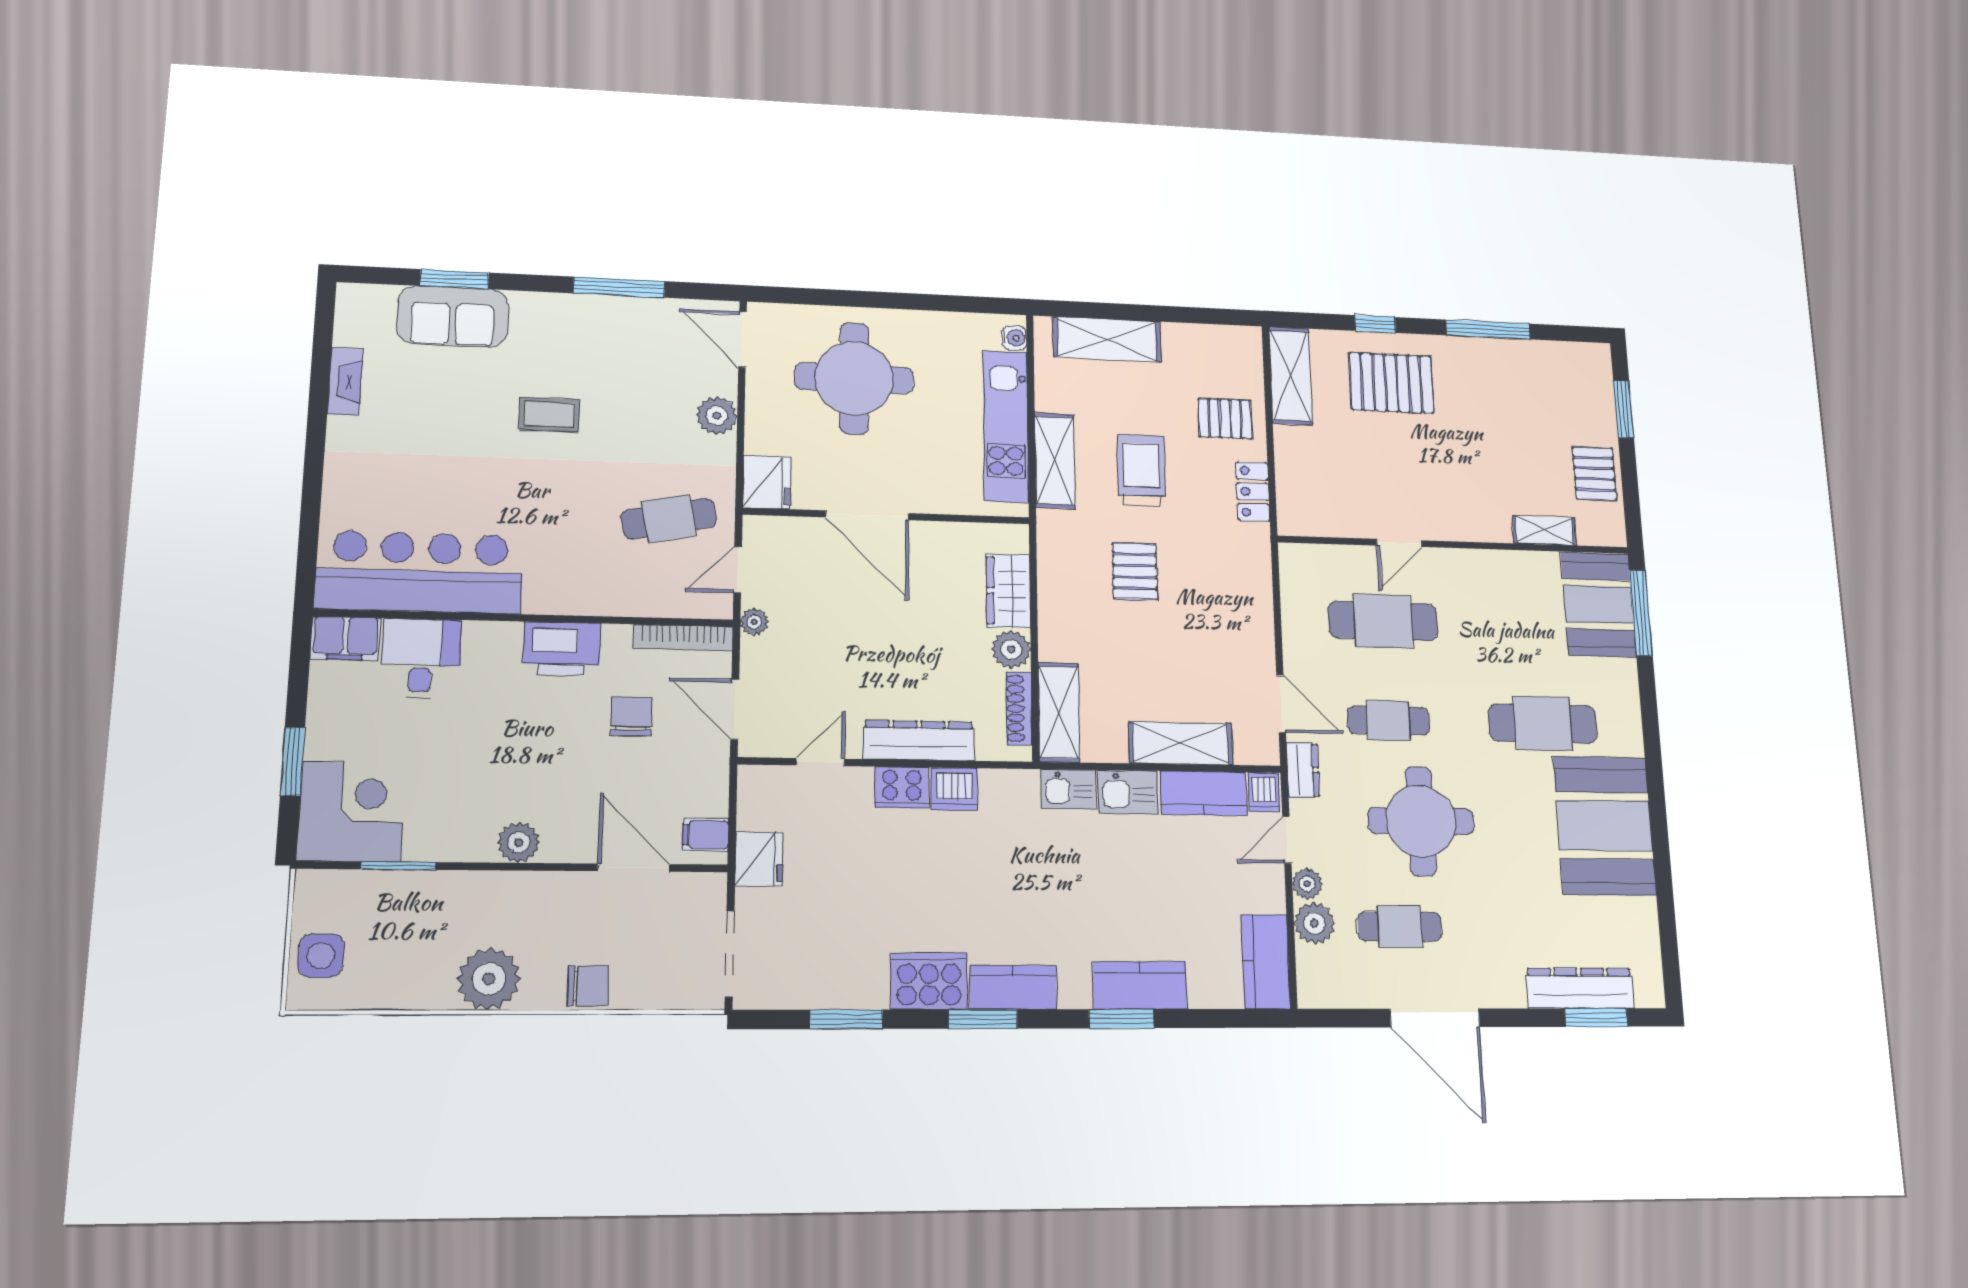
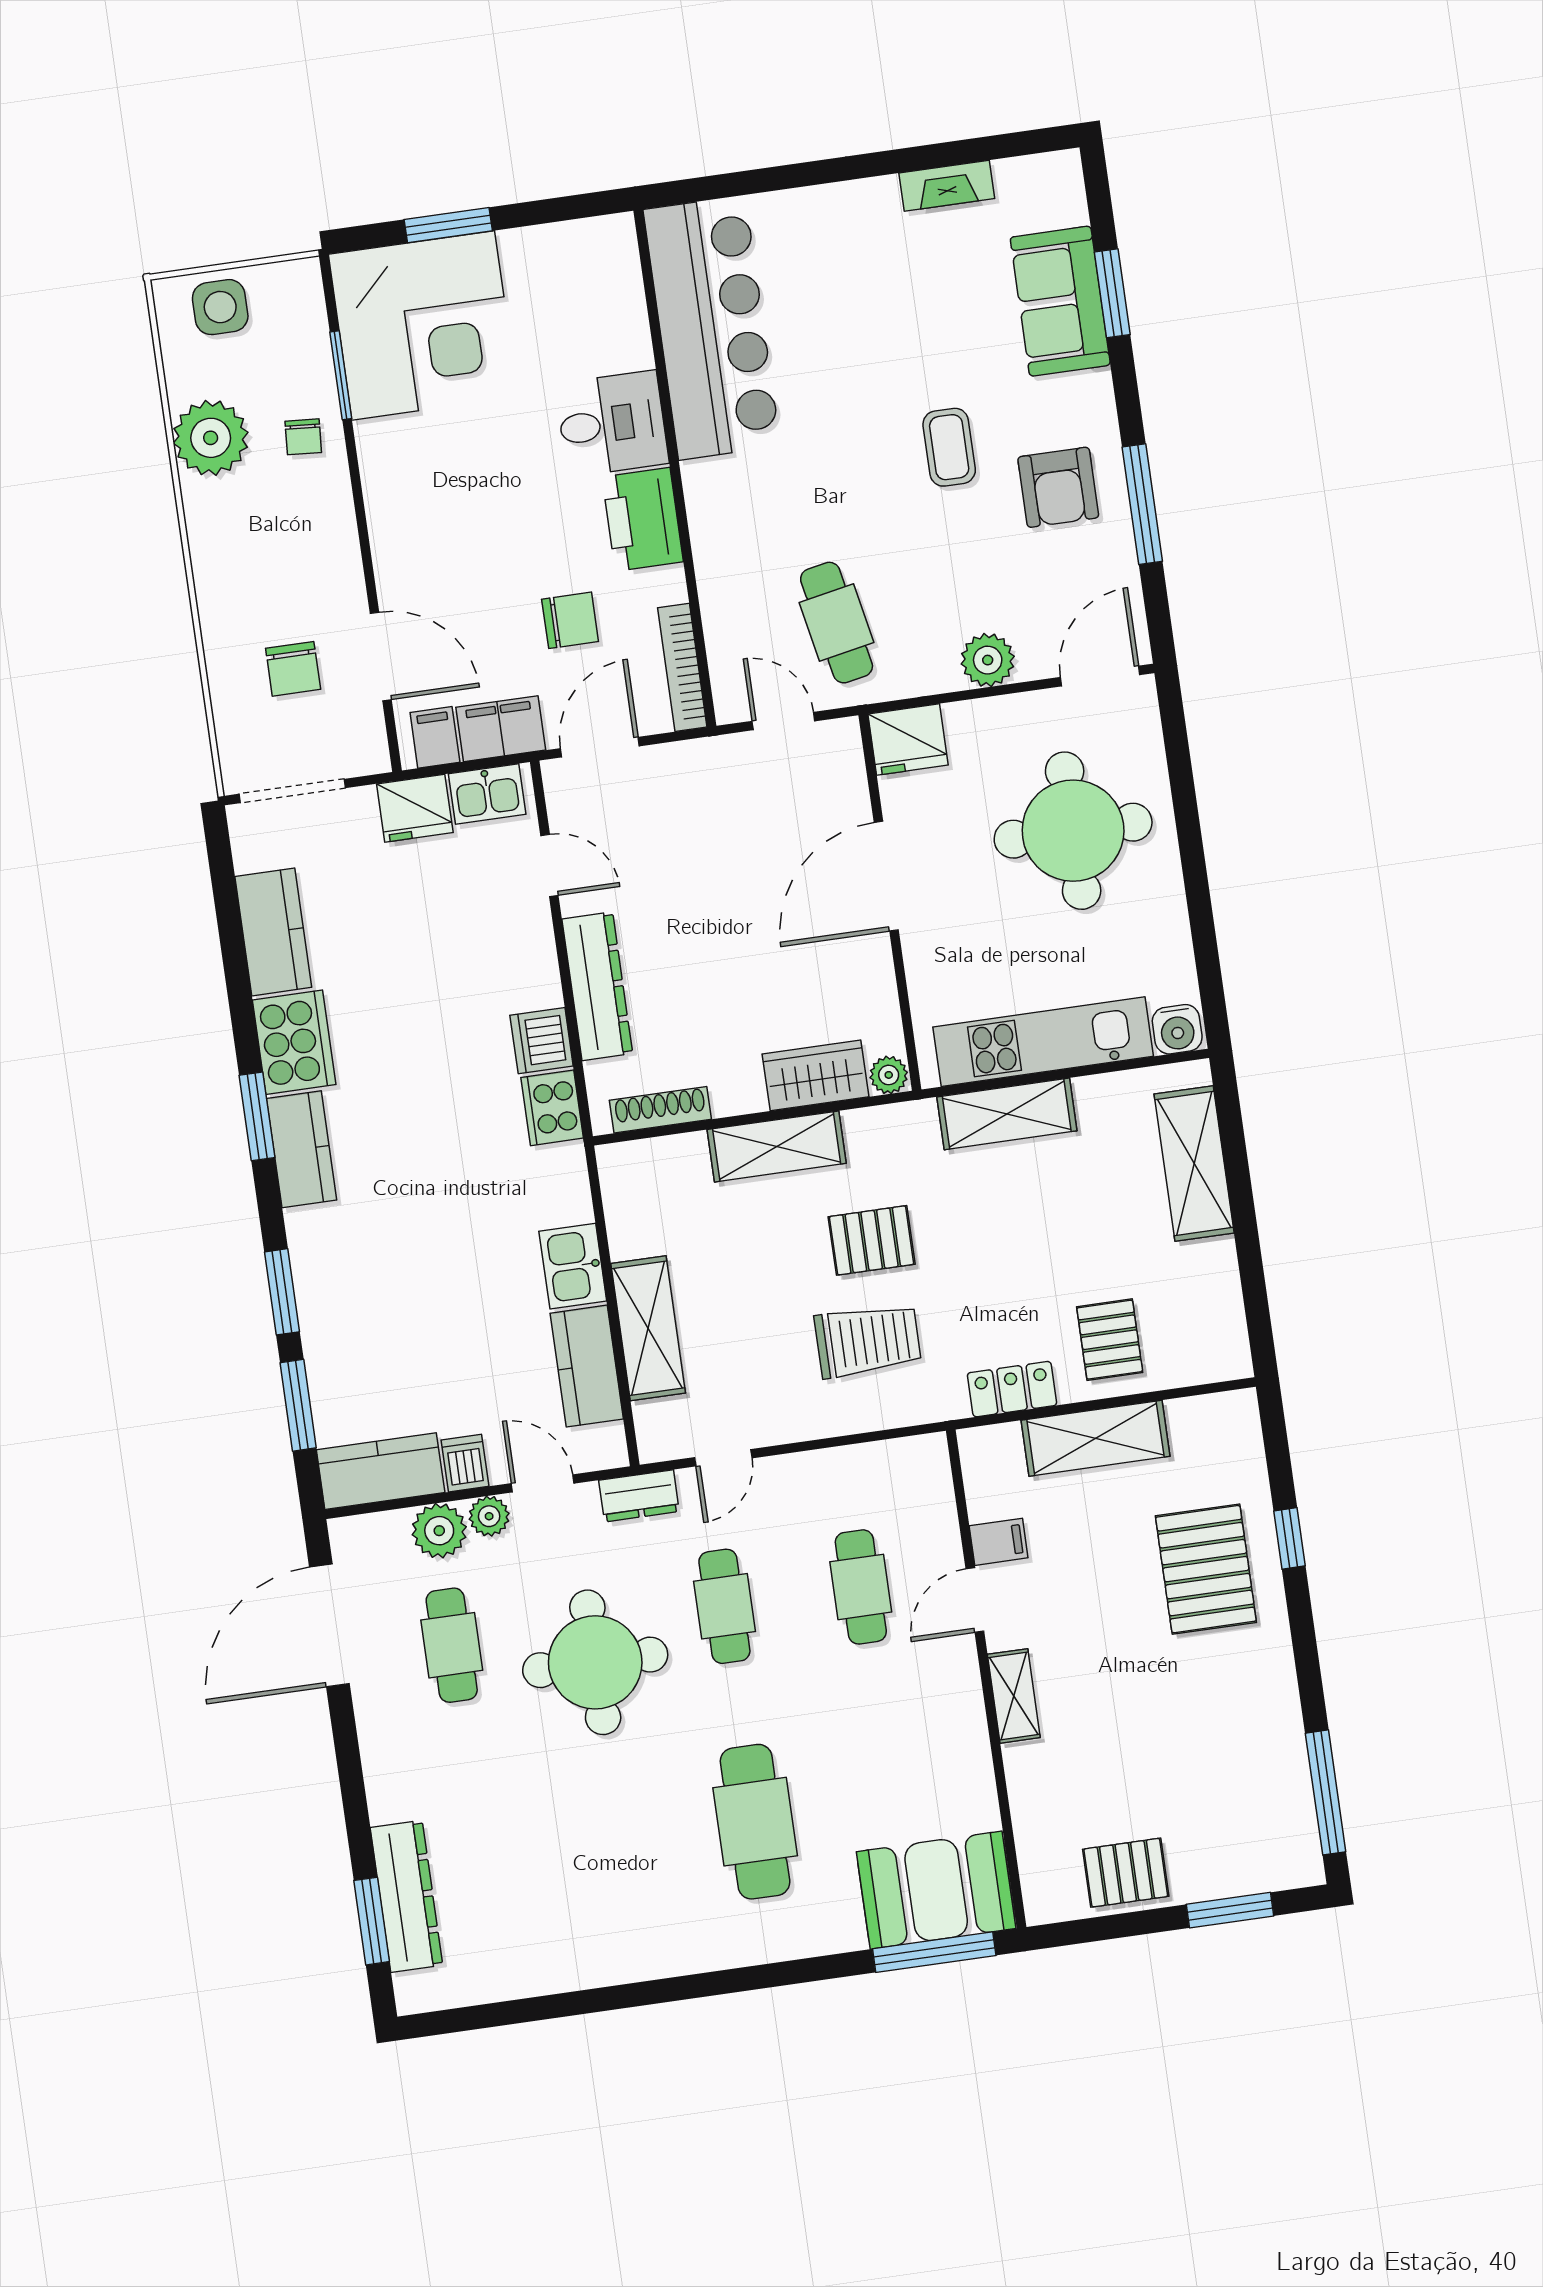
window: (1488, 330) -> (1326, 1792), moved
water cooler: (1014, 338) -> (1177, 1029), width x1.38, depth x1.38
armchair: (595, 343) -> (1058, 487), added
shelving: (1290, 376) -> (1095, 1438), moved
trolley: (1141, 470) -> (868, 1340), moved
filing cabinet: (1360, 520) -> (999, 1542), added
shelving: (1544, 530) -> (1014, 1696), moved
door: (1399, 543) -> (975, 1600), hinge flipped
cafe table: (1383, 621) -> (861, 1587), width x0.73, depth x0.74
plant: (754, 622) -> (718, 753), removed
filing cabinet: (346, 638) -> (501, 729), moved, turned 90
plant: (1011, 649) -> (889, 1075), moved, width x0.73, depth x0.73
desk: (421, 659) -> (612, 424), moved
door: (1281, 704) -> (723, 1458), width x0.73
shelving: (1059, 712) -> (777, 1146), moved
cooker: (902, 787) -> (552, 1108), moved
kitchen sink: (1068, 789) -> (487, 794), moved, turned -90
dishwasher: (1264, 792) -> (465, 1463), moved, turned 90
corner desk: (351, 812) -> (423, 325), width x1.36, depth x1.36
booth: (1604, 826) -> (628, 1917), removed
plant: (519, 842) -> (391, 512), removed
door: (634, 868) -> (381, 656), hinge flipped
chair: (443, 903) -> (303, 437), added
plant: (489, 979) -> (211, 438), moved
kitchen counter: (1140, 985) -> (273, 932), moved
chair: (588, 986) -> (293, 669), moved
door: (1435, 1018) -> (329, 1625), moved
window: (846, 1019) -> (298, 1405), moved

